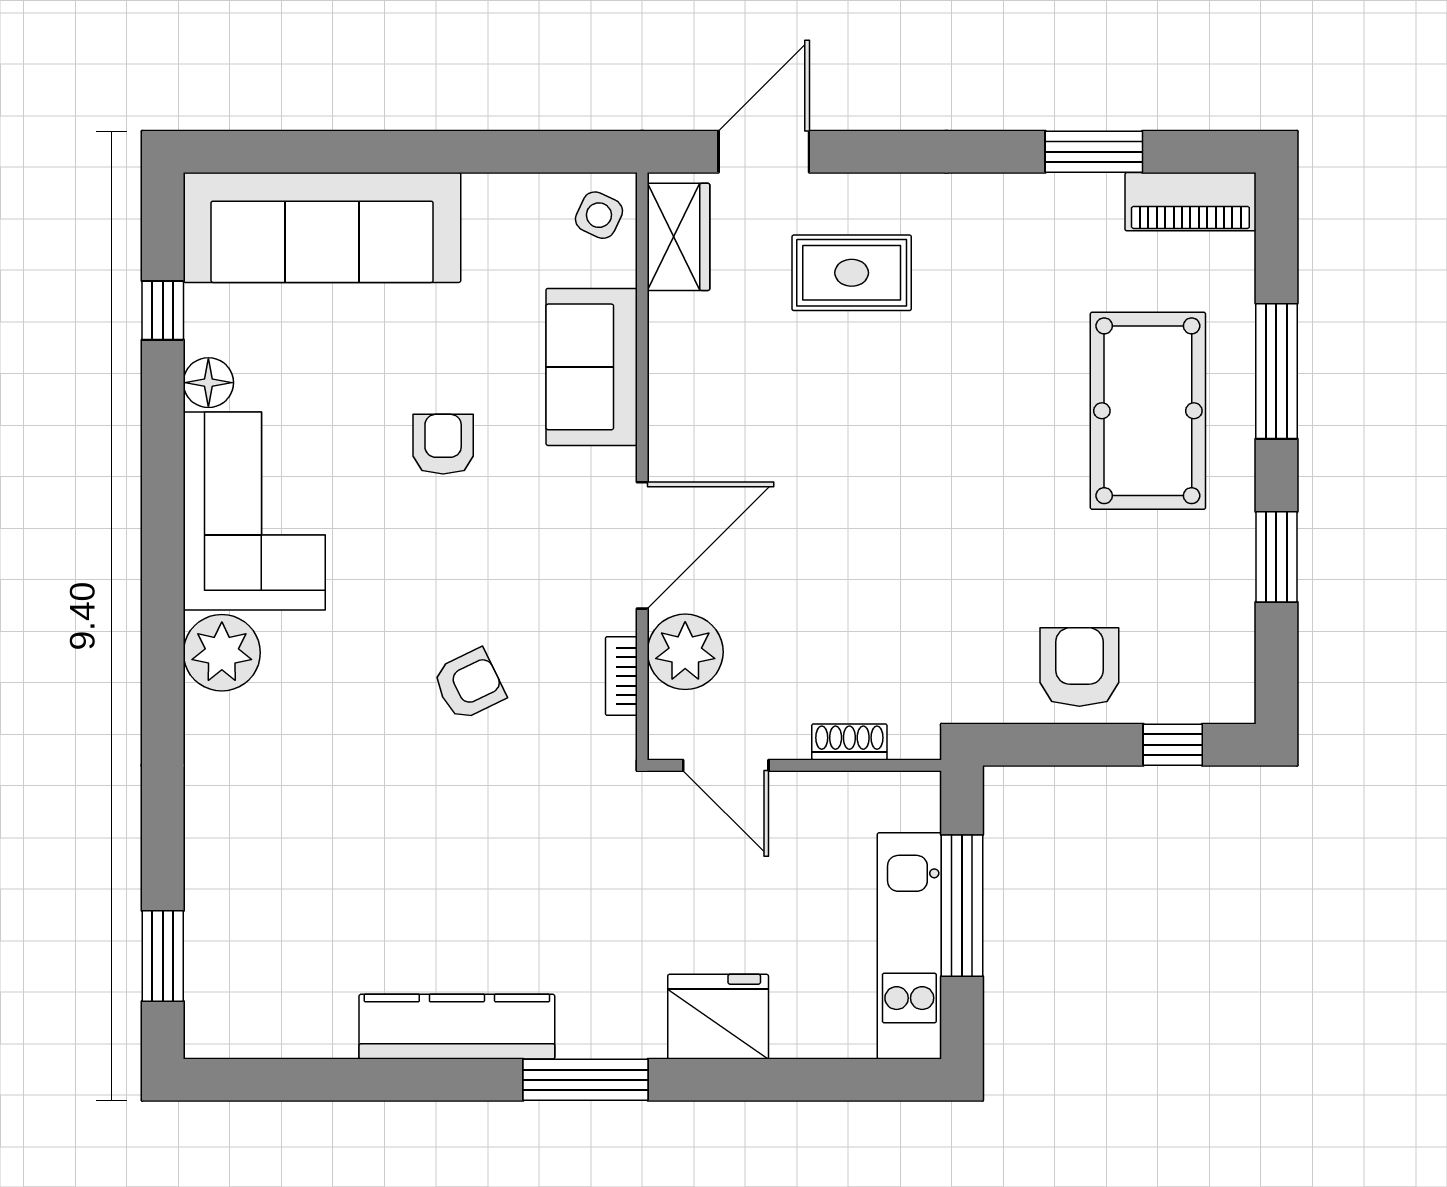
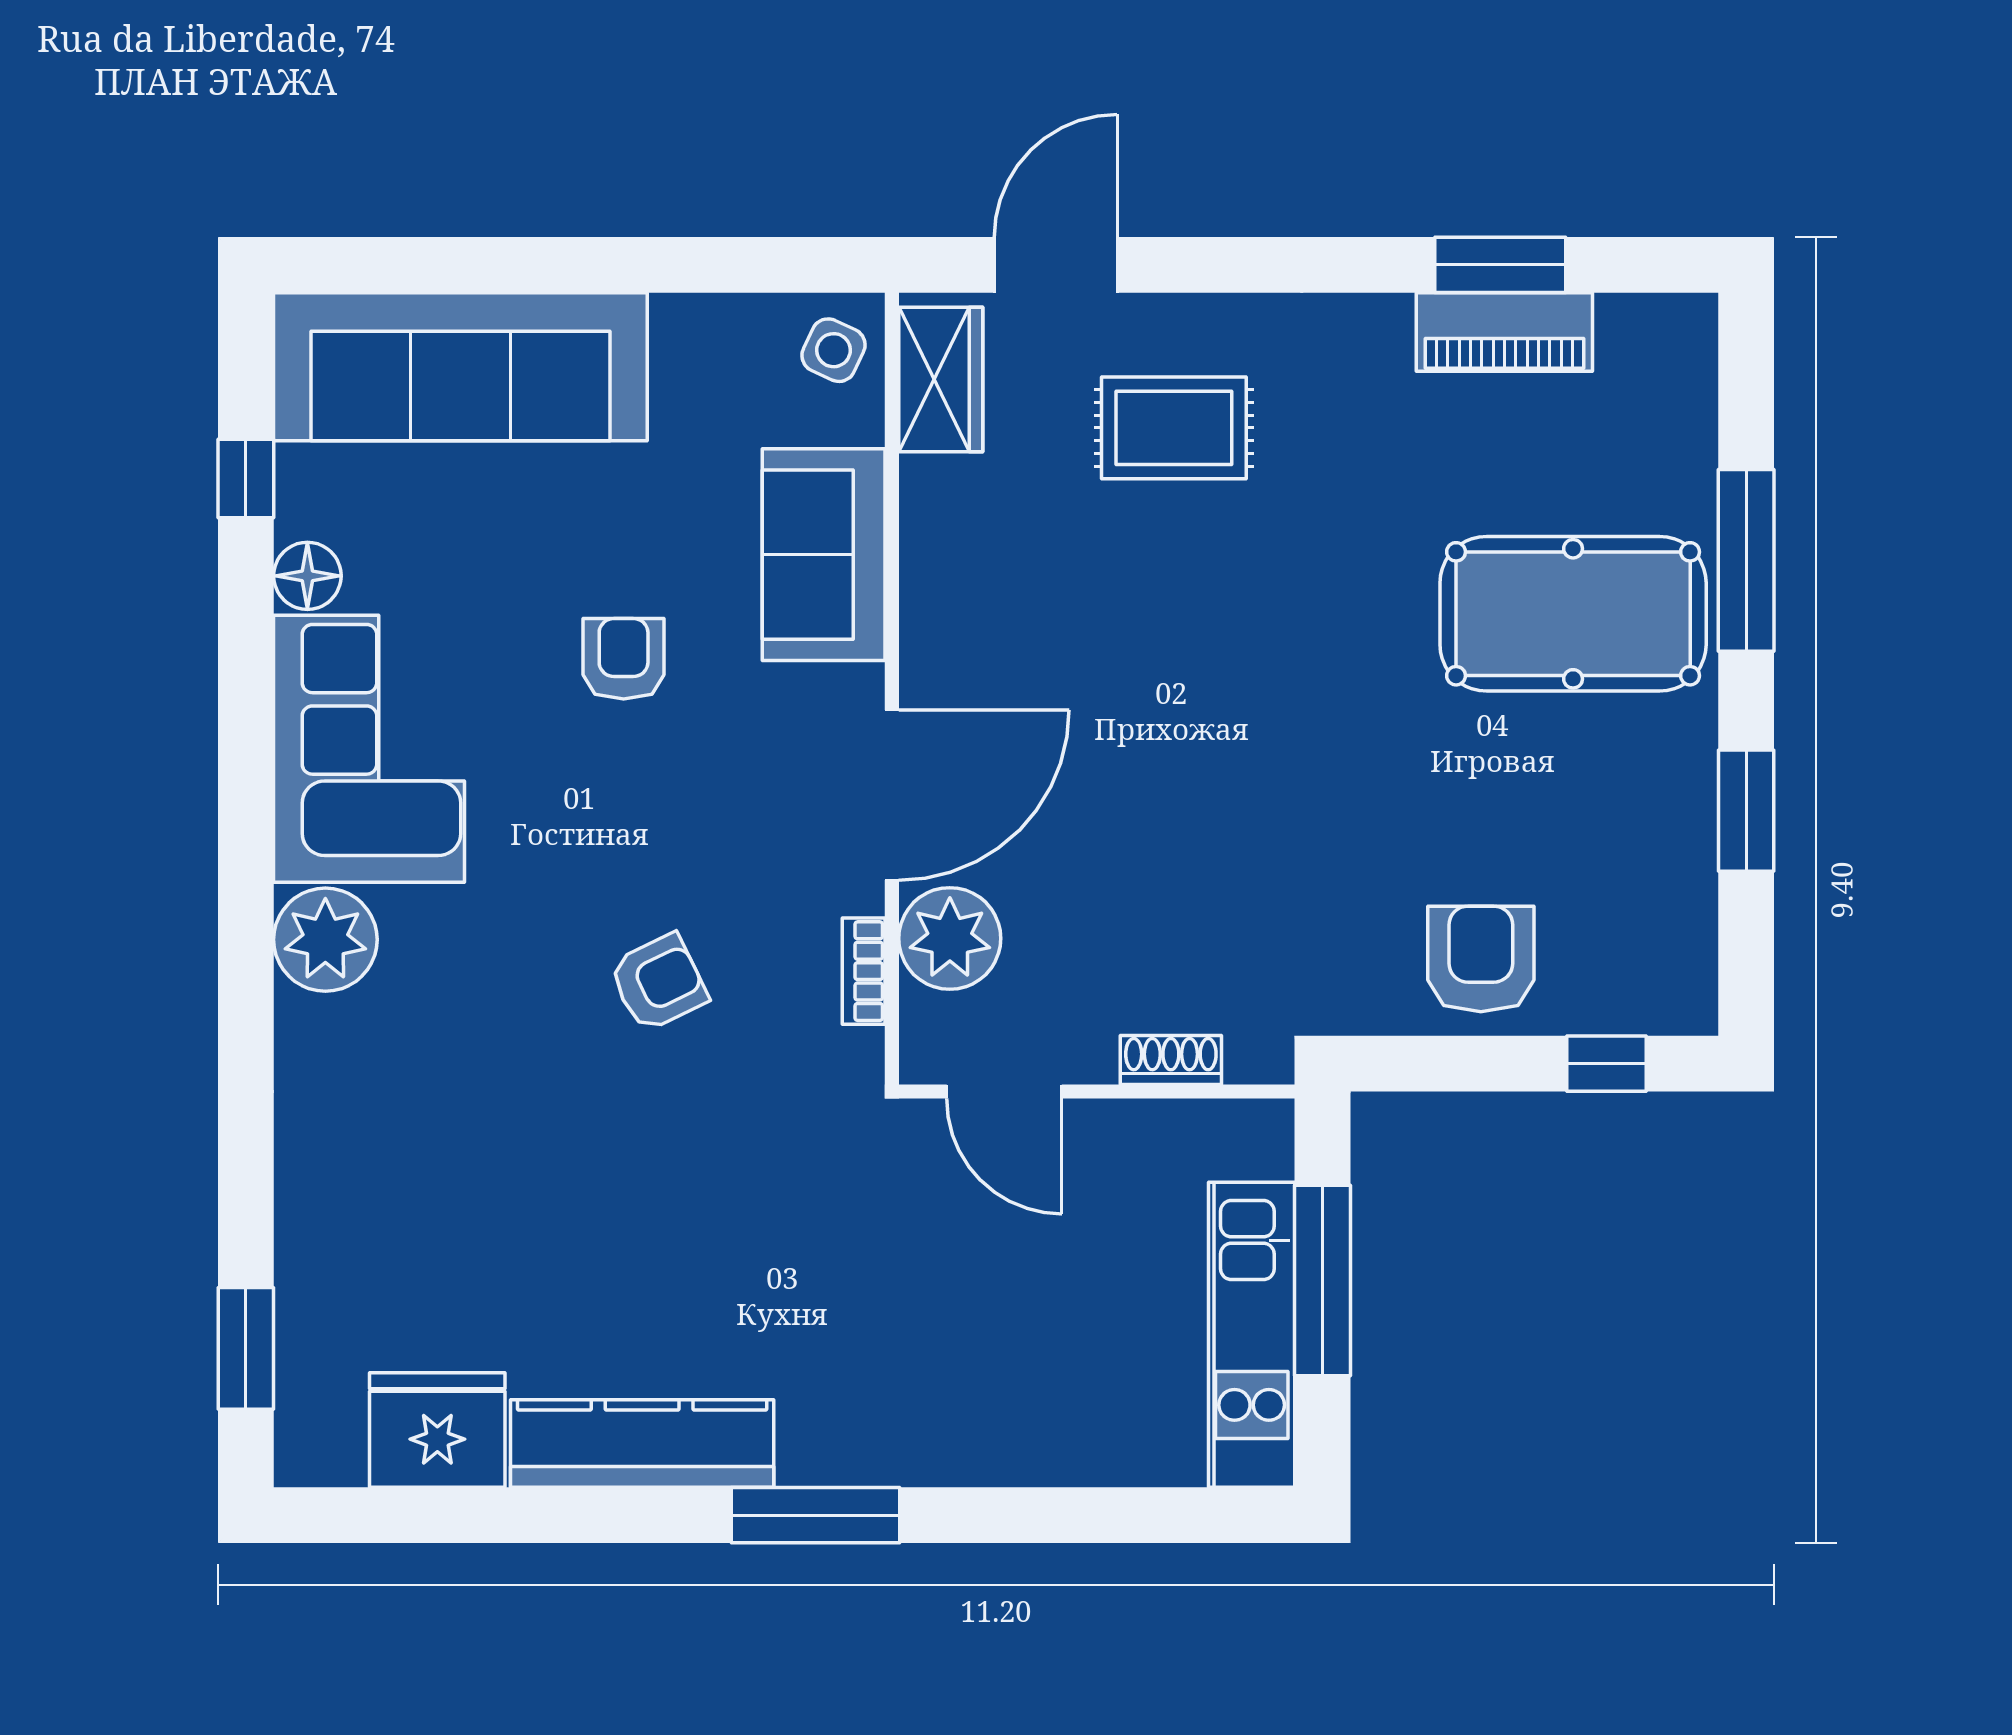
piano: (1190, 202) -> (1504, 332), moved
pool table: (1148, 411) -> (1573, 614), turned 90
fridge: (718, 1017) -> (437, 1430), moved

